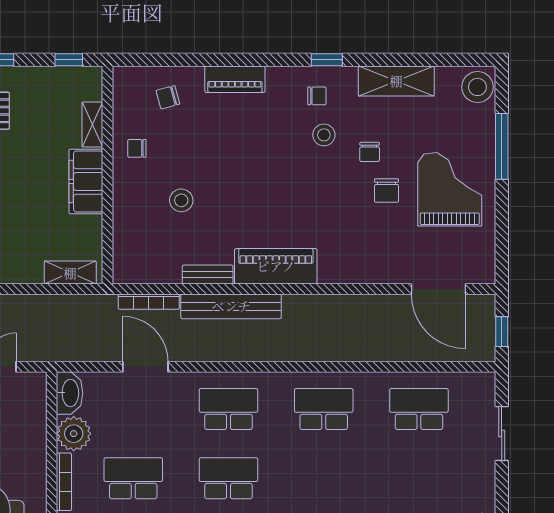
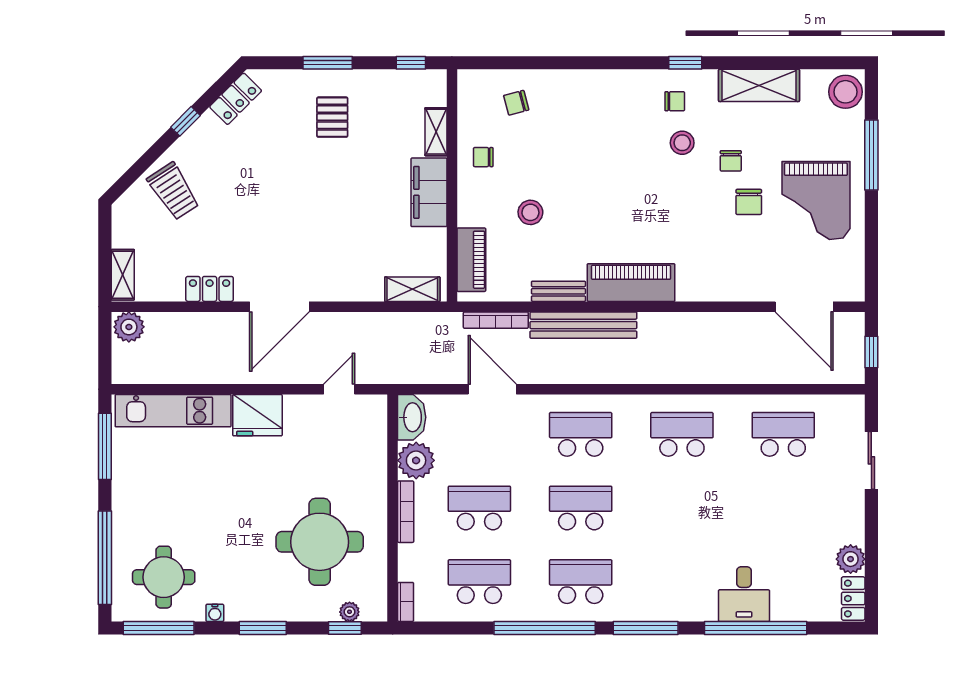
piano: (235, 79) -> (471, 260), moved, turned -90
grand piano: (450, 189) -> (816, 201), turned 180

